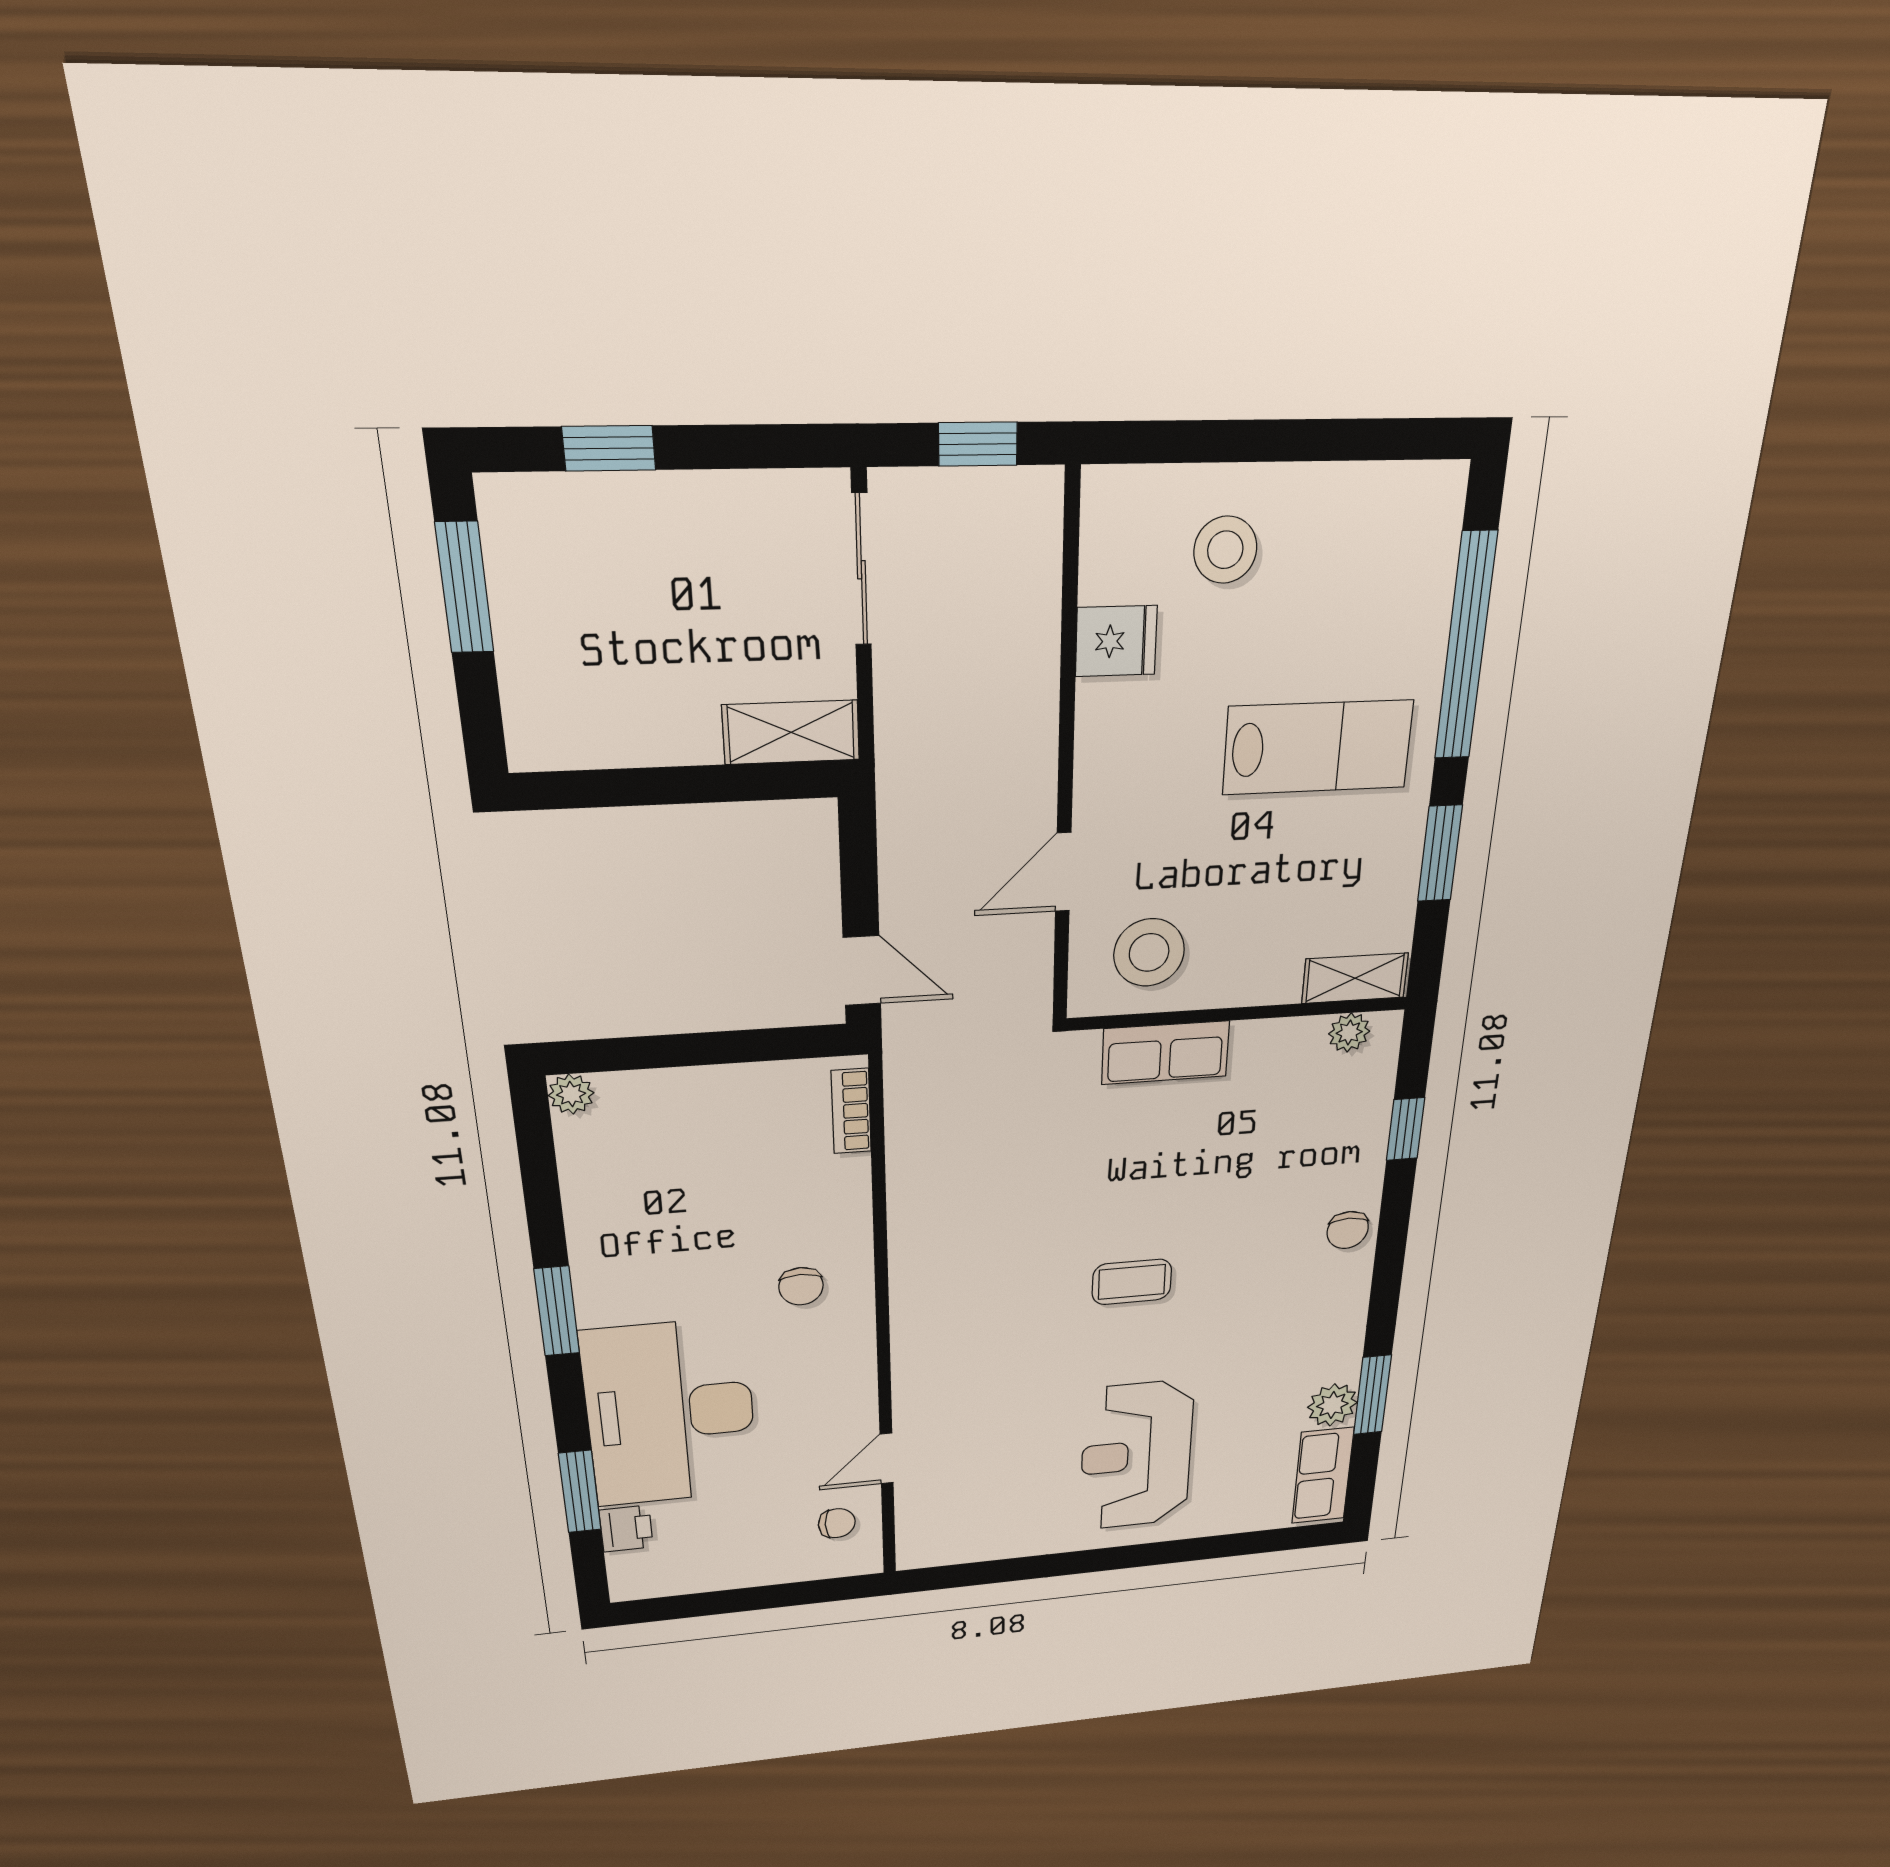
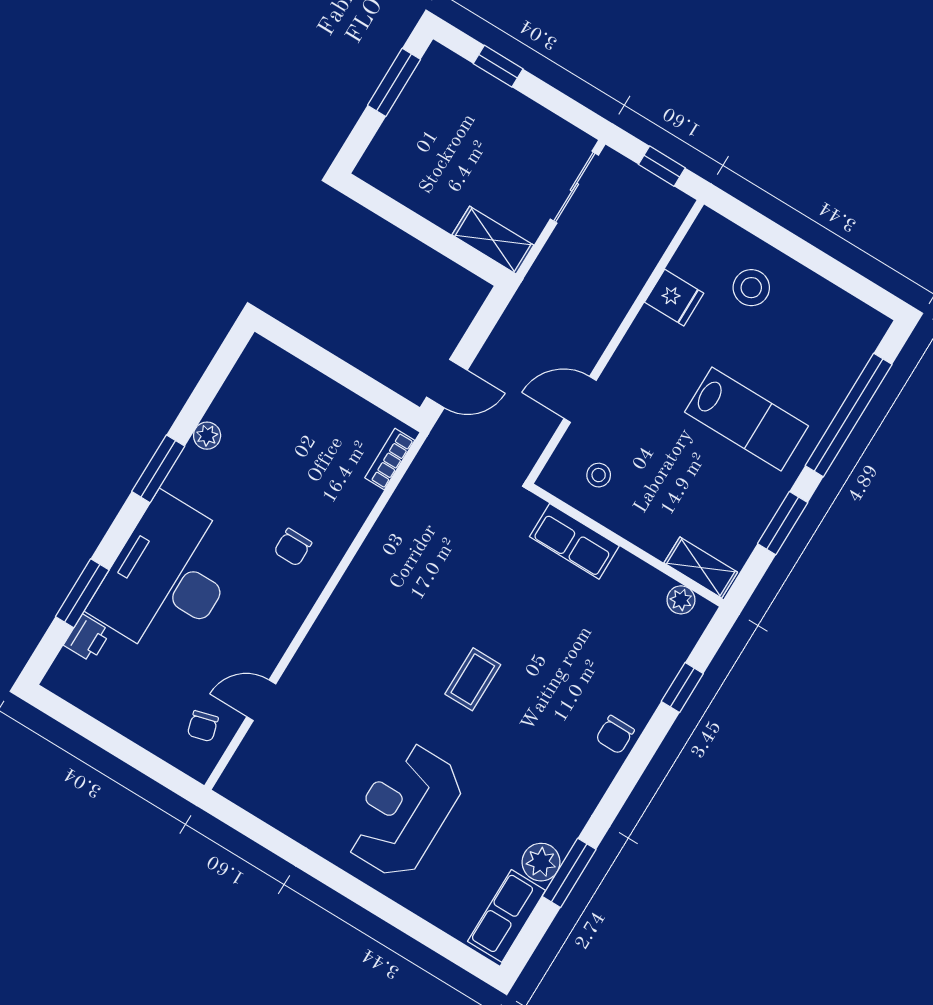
stool: (1149, 952) -> (599, 475), width x0.53, depth x0.53
door: (862, 971) -> (447, 384), hinge flipped
plant: (571, 1094) -> (207, 436), moved
coffee table: (1132, 1282) -> (473, 679), turned 90
chair: (837, 1523) -> (203, 726), turned 75

